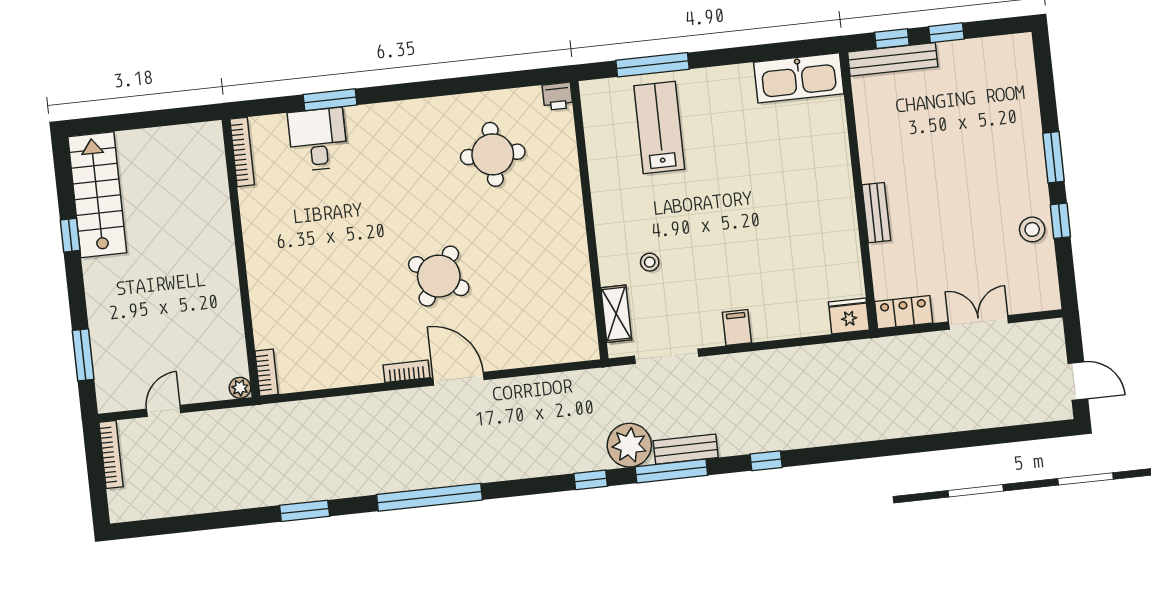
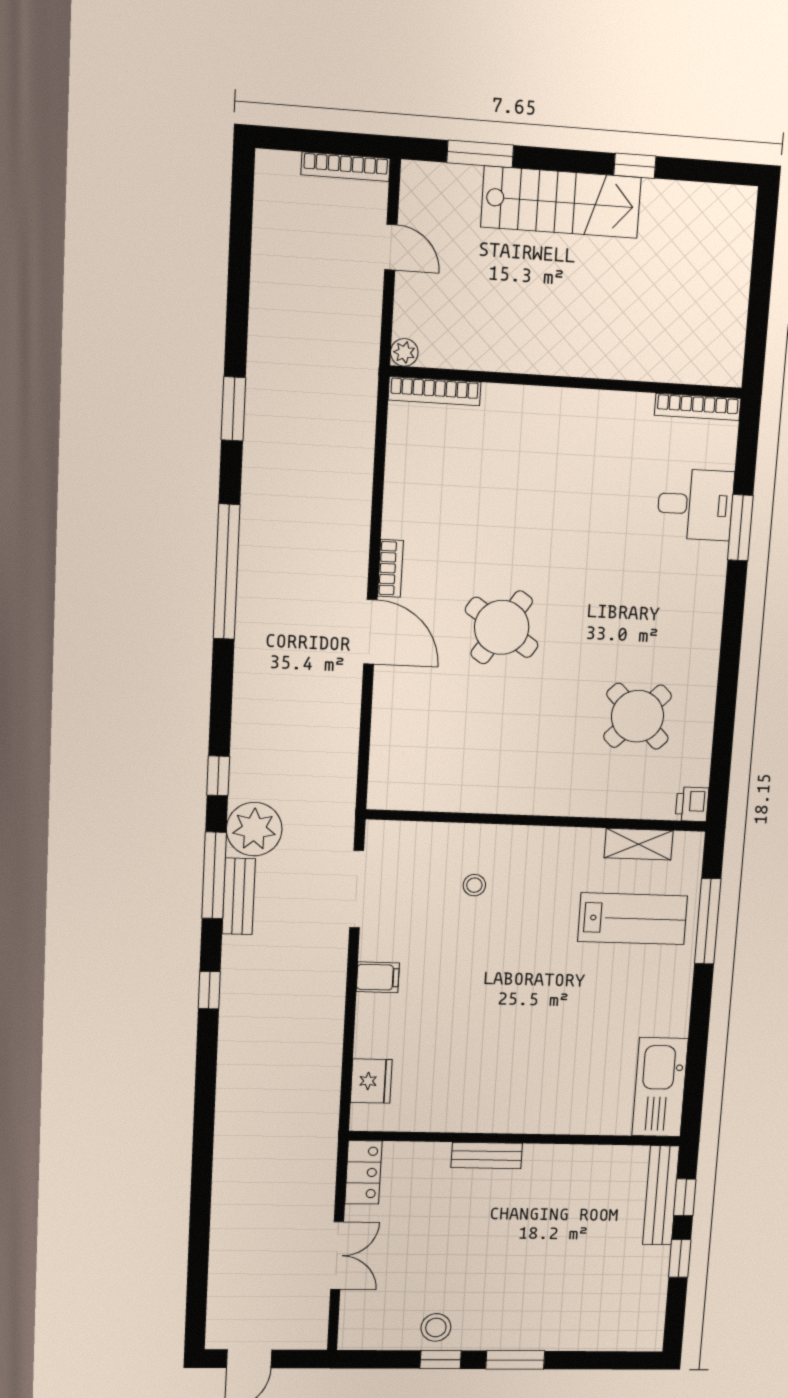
round table: (493, 154) -> (637, 716), turned 45
stairs: (97, 195) -> (561, 202), moved
shelving: (616, 314) -> (639, 844), moved
fridge: (849, 316) -> (371, 1081), moved
bookcase: (267, 373) -> (435, 391), width x1.56
door: (459, 379) -> (370, 632), hinge flipped

